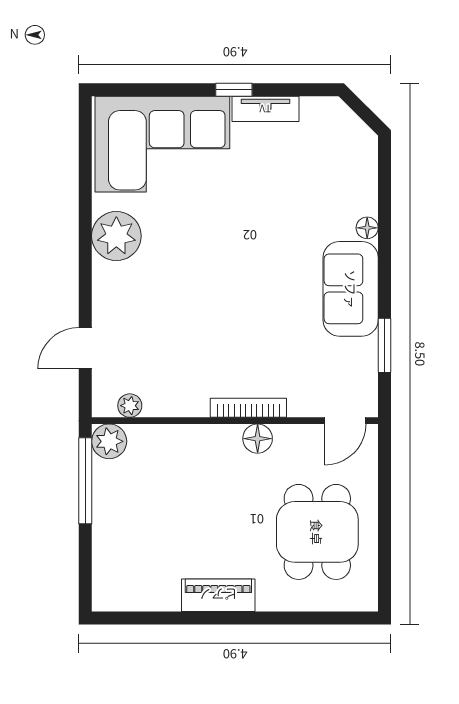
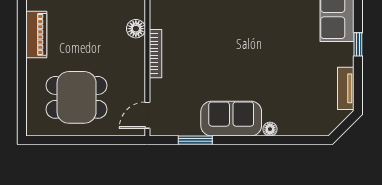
tv unit: (265, 109) -> (346, 88), moved
door: (345, 421) -> (147, 115), hinge flipped
floor lamp: (258, 439) -> (136, 29), moved

